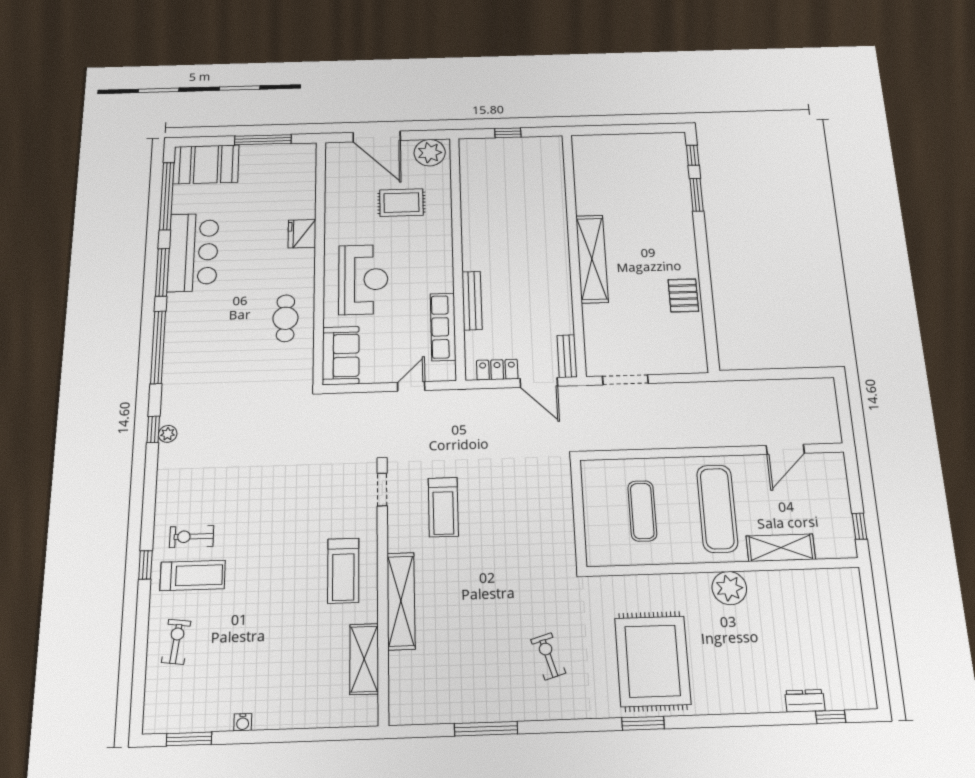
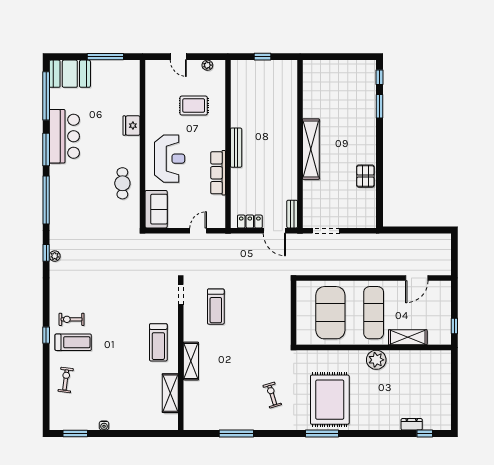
door: (377, 137) -> (178, 57), width x0.53
plant: (430, 153) -> (207, 65), width x0.53, depth x0.53
bench: (472, 301) -> (236, 148), moved
row of seats: (443, 327) -> (218, 173), moved
exercise mat: (642, 511) -> (330, 313), width x2.00, depth x1.45
shelving: (401, 601) -> (191, 361), width x0.68
window: (643, 723) -> (322, 433), width x1.44

